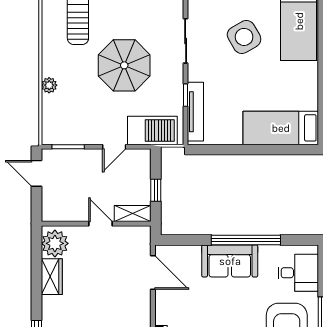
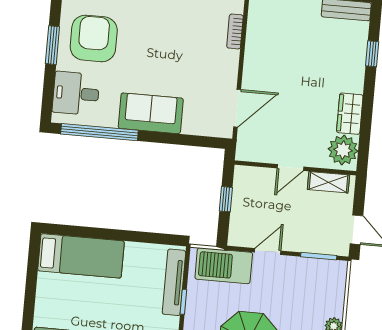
shelving: (133, 214) -> (328, 182), moved
door: (100, 224) -> (290, 167), hinge flipped
window: (246, 240) -> (99, 132), moved
door: (153, 272) -> (237, 108), swing flipped

